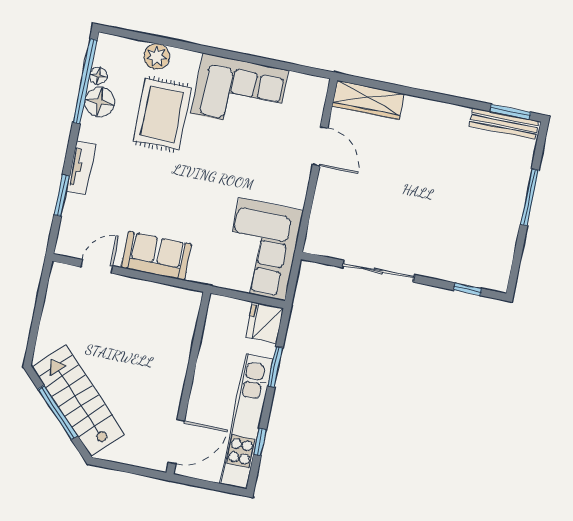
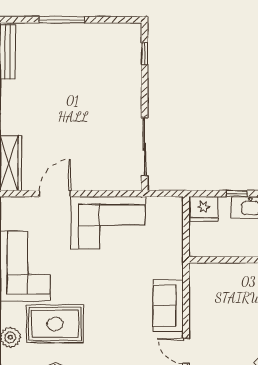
corner sofa: (262, 249) -> (108, 223), moved
sliding door: (379, 271) -> (145, 147), moved
window: (275, 367) -> (237, 194), width x0.67

